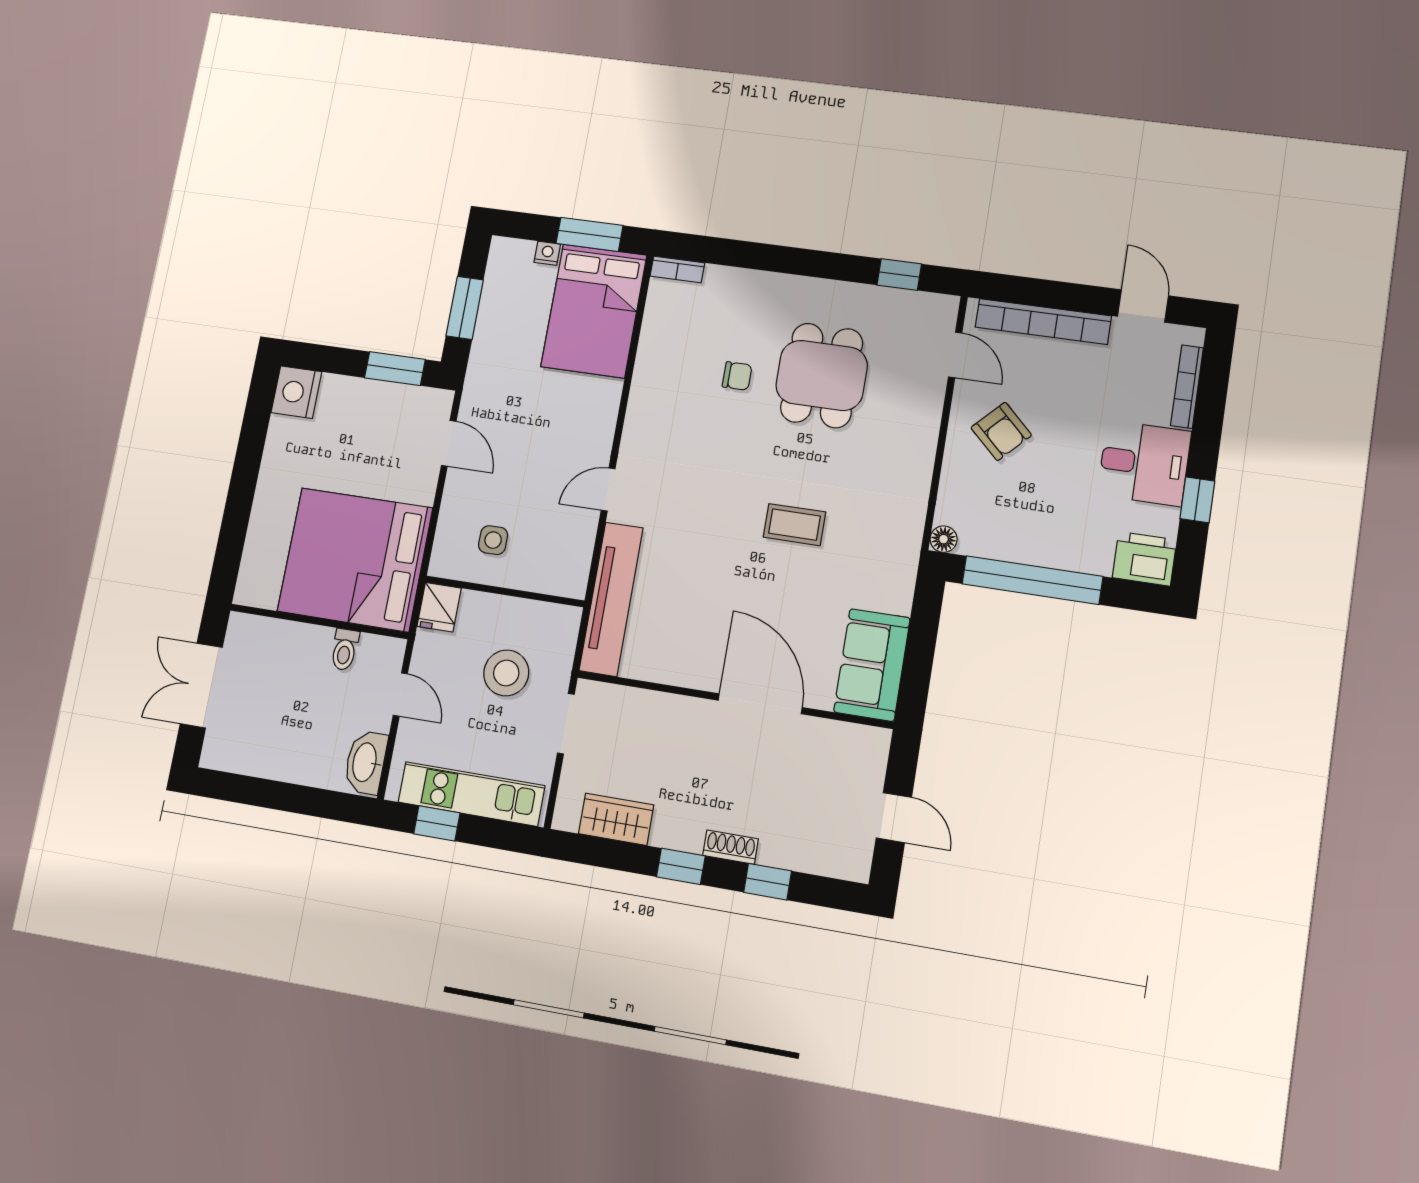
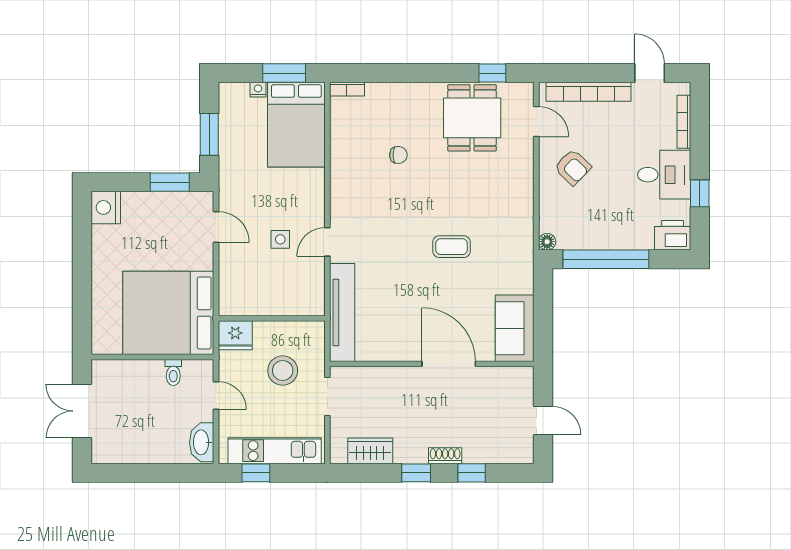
dining table: (822, 375) -> (472, 118), moved
side table: (493, 540) -> (280, 239), moved
fridge: (439, 607) -> (235, 335), width x1.38

